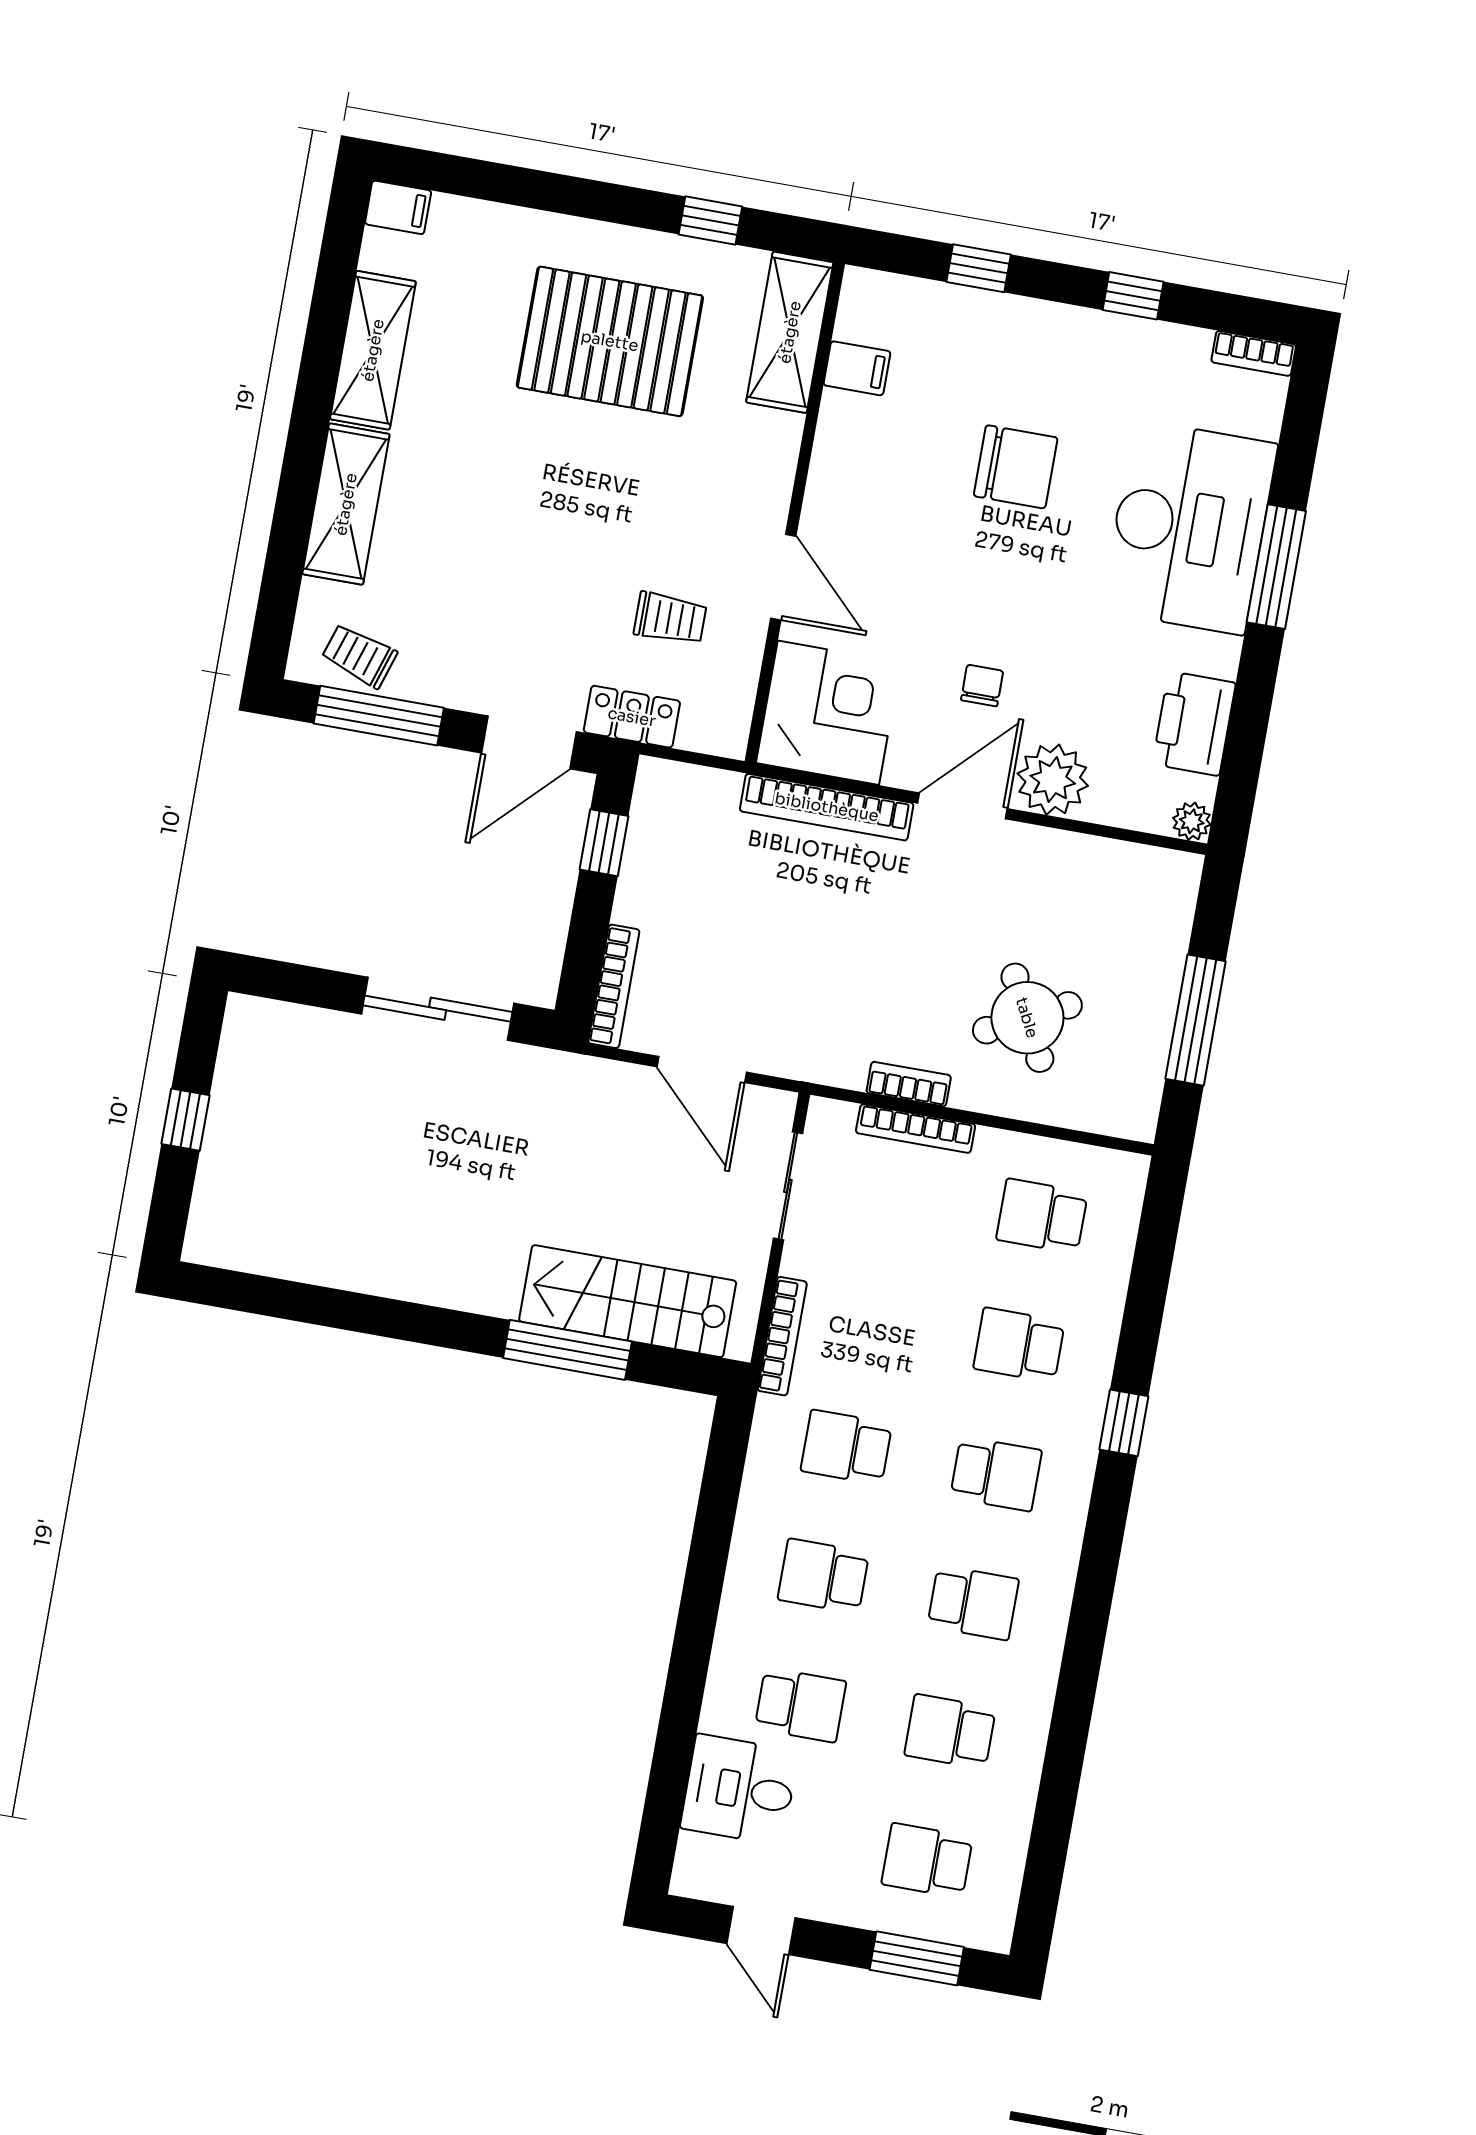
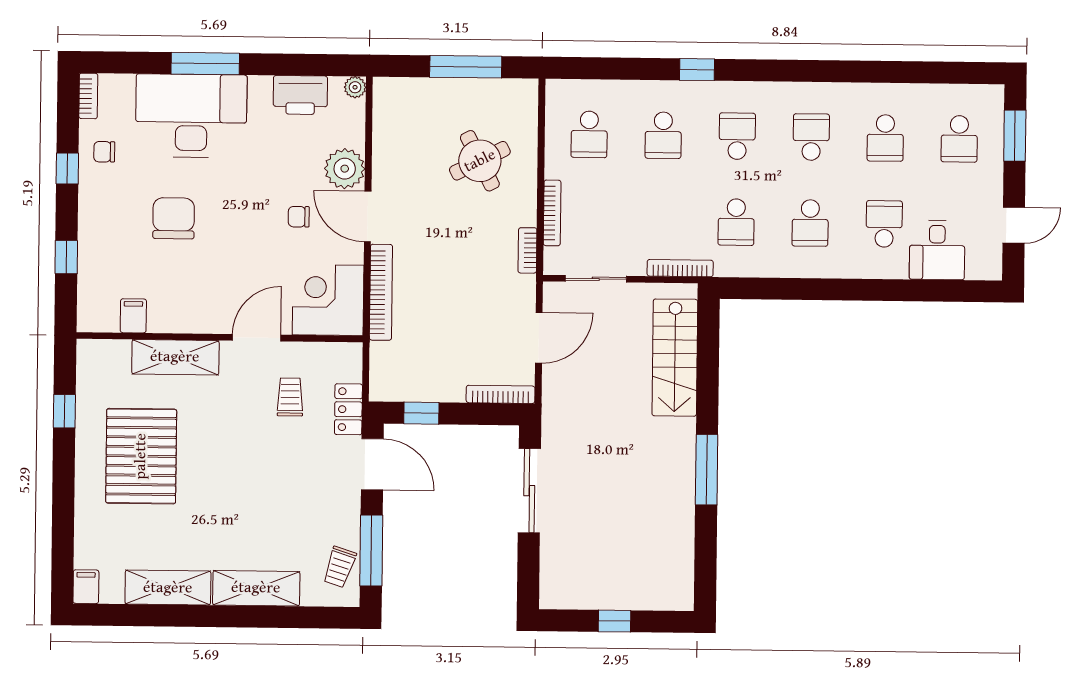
shelving: (790, 332) -> (175, 357), moved
chair: (1152, 365) -> (104, 152), added
bookcase: (909, 1084) -> (527, 250), moved
window: (567, 1350) -> (707, 470), moved

